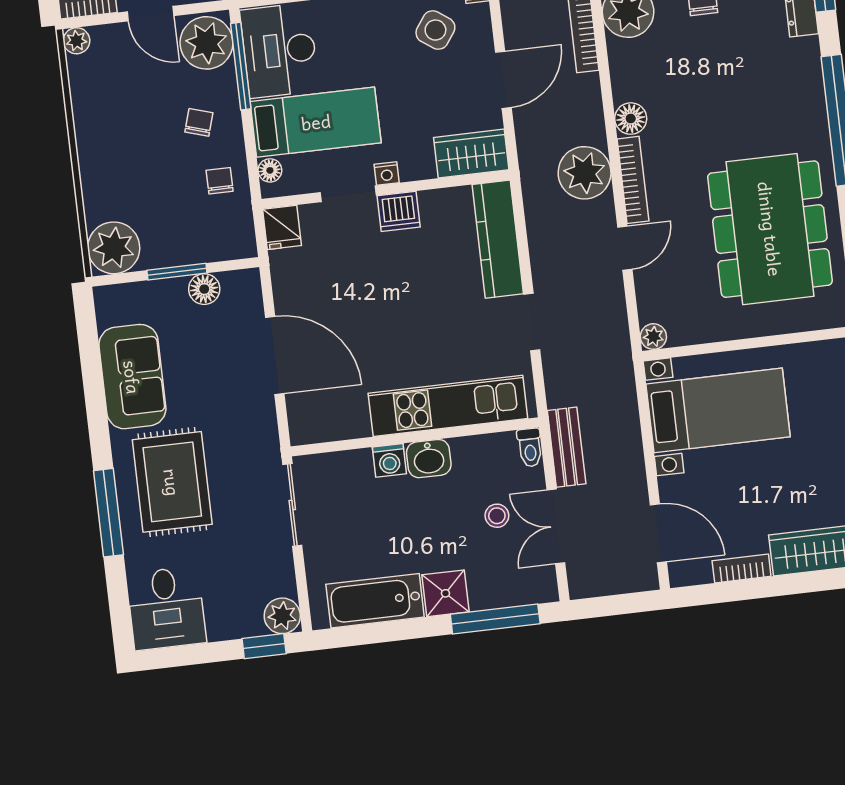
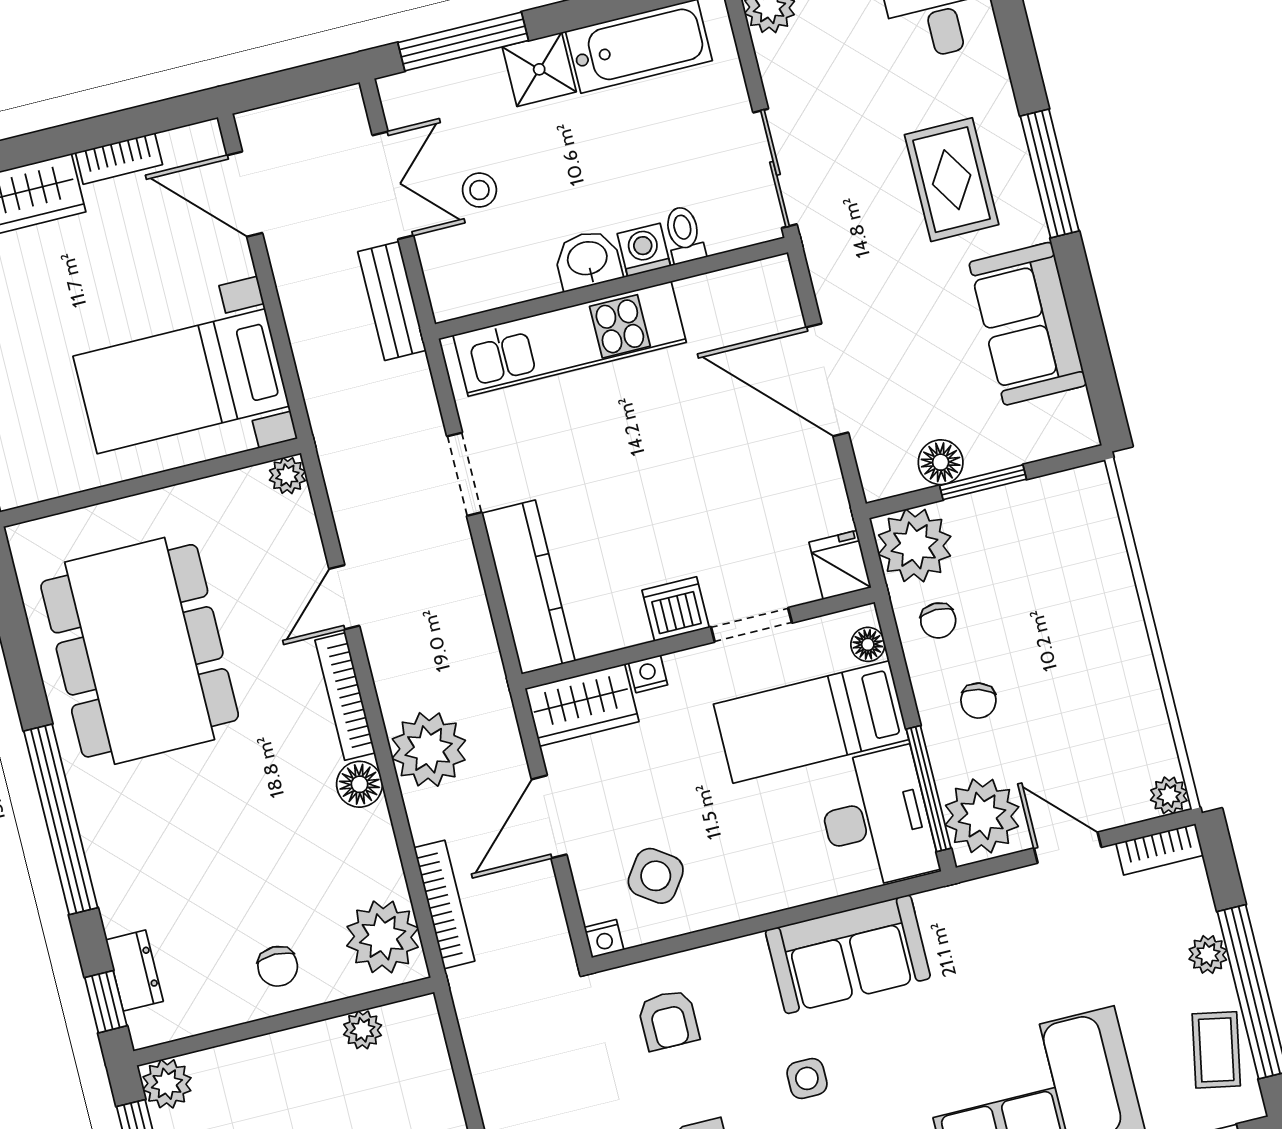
plant: (585, 173) -> (429, 749), moved
nightstand: (387, 174) -> (648, 674), moved
plant: (114, 248) -> (915, 545), moved
toilet: (530, 447) -> (684, 235), moved
rug: (172, 482) -> (952, 180), width x0.73, depth x0.70
window: (108, 513) -> (1050, 174), moved

